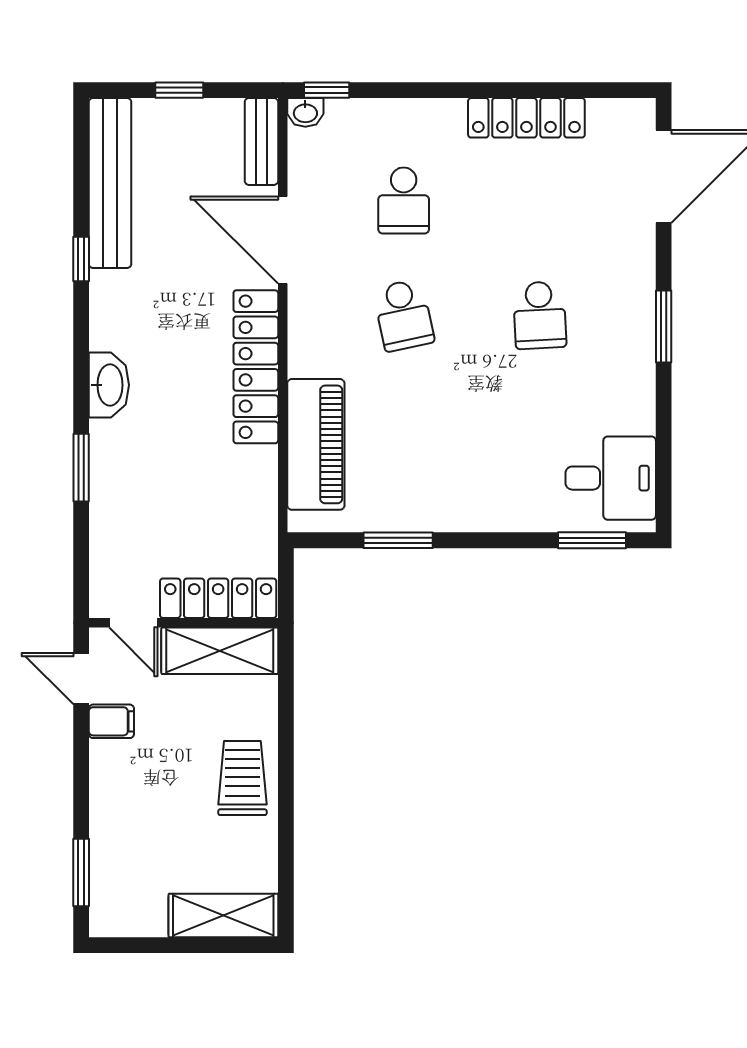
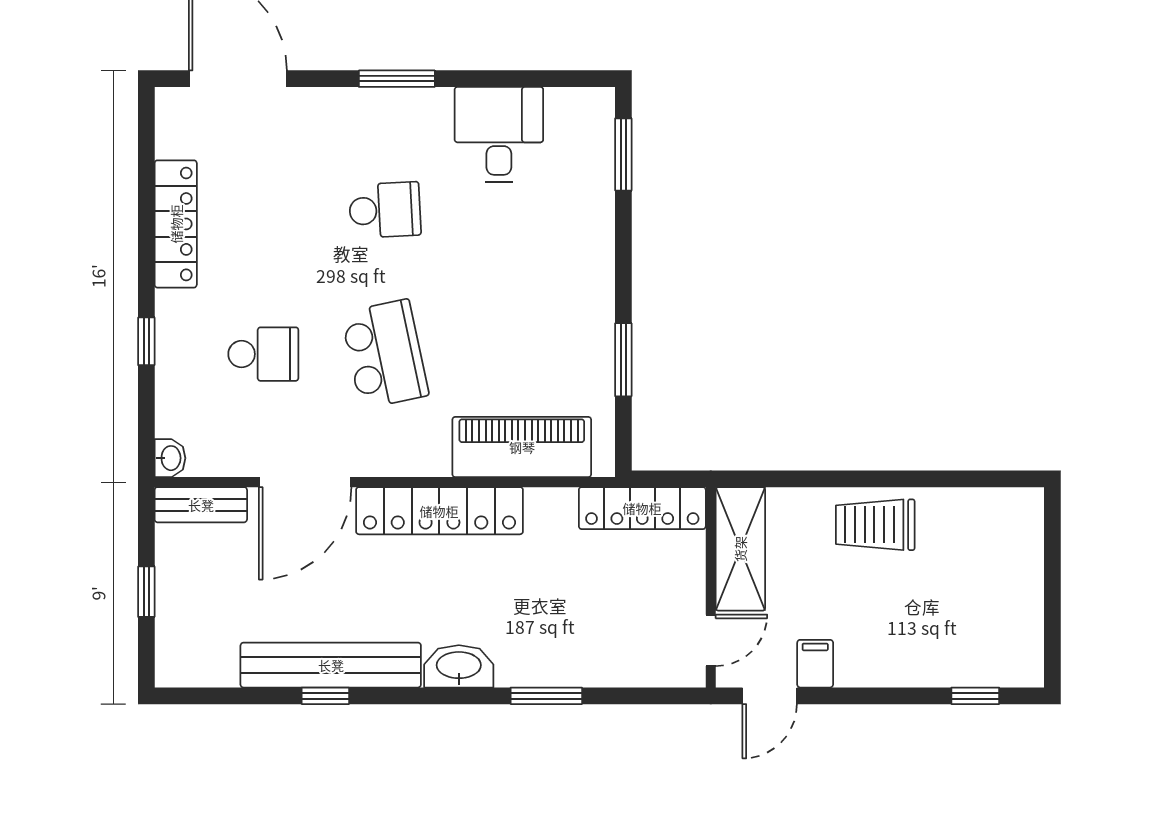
window: (327, 90) -> (146, 341), moved
bench: (110, 183) -> (331, 665), moved
school desk: (404, 315) -> (385, 354), width x1.85
desk: (611, 478) -> (499, 135), moved
locker: (218, 598) -> (642, 508), moved, turned -90
window: (81, 872) -> (975, 696), width x0.67
shelving: (223, 915) -> (1021, 545), removed

